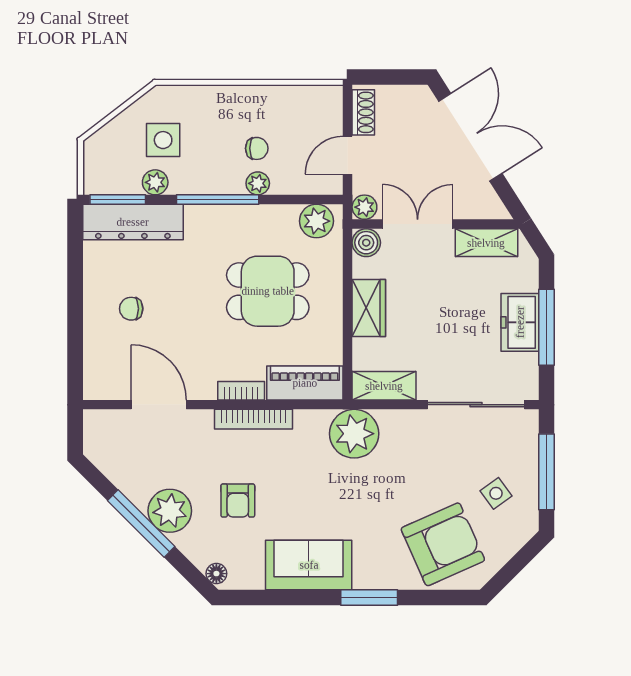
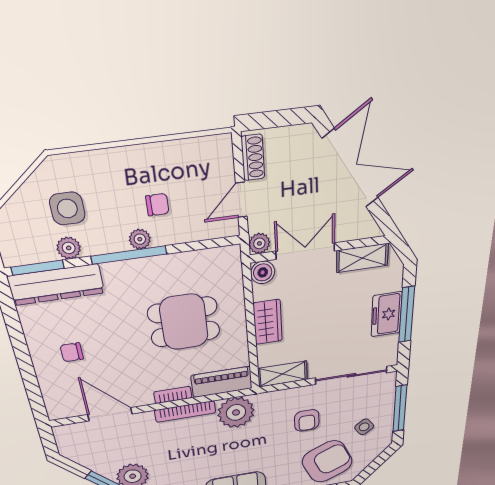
plant: (258, 183) -> (140, 239), moved
plant: (316, 221) -> (219, 261), removed
plant: (354, 434) -> (236, 412), moved
armchair: (238, 501) -> (307, 420), moved

